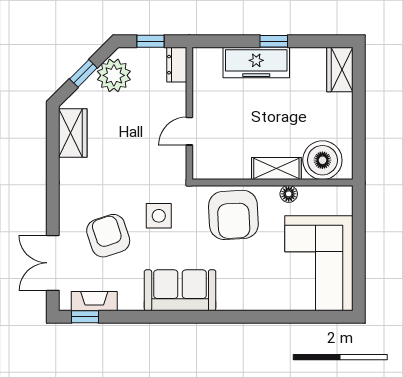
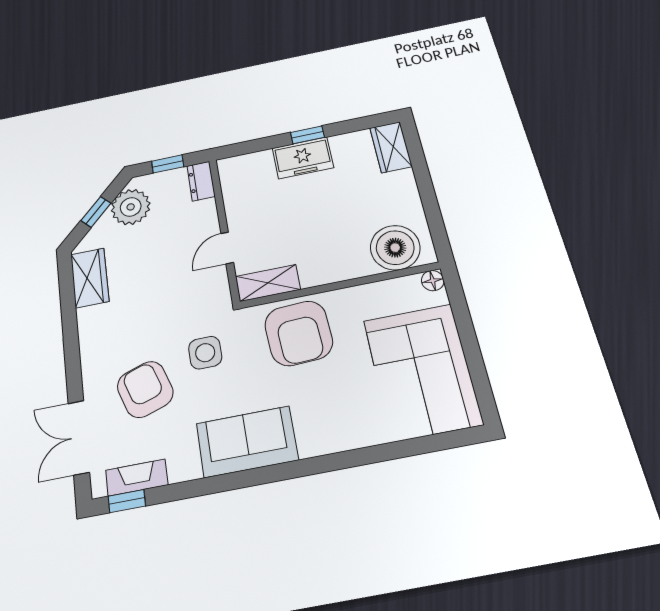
freezer: (256, 63) -> (303, 158), width x0.71
shelving: (276, 169) -> (268, 283), moved
floor lamp: (289, 194) -> (433, 281), moved

